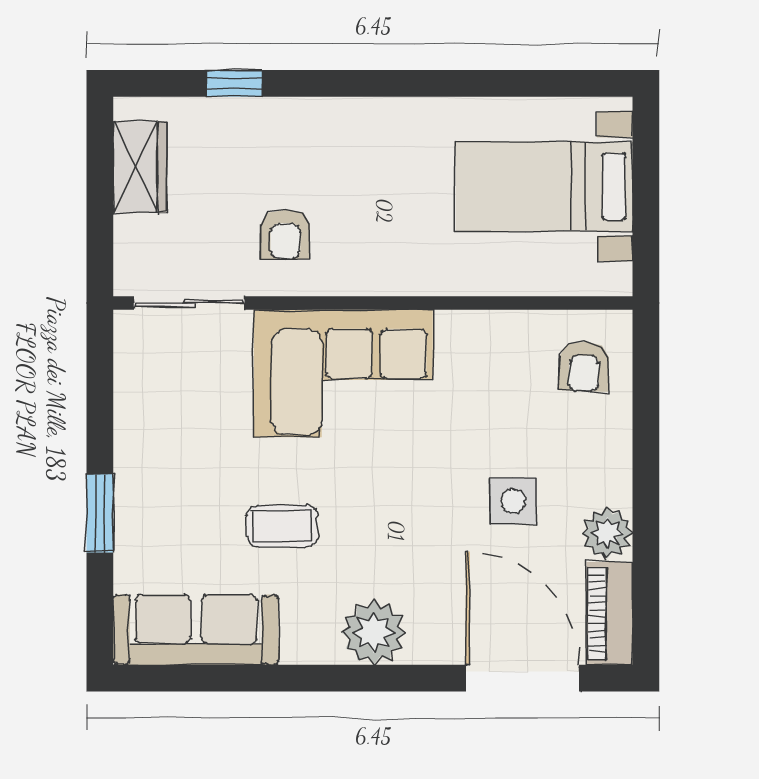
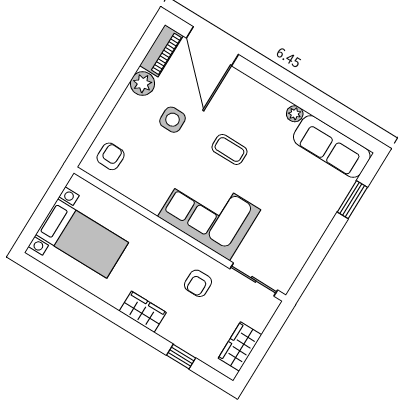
wardrobe: (354, 122) -> (143, 312), added
armchair: (285, 234) -> (198, 283), turned 180
window: (100, 513) -> (352, 200), moved
coffee table: (282, 526) -> (229, 149), moved
plant: (374, 633) -> (295, 114), moved, width x0.53, depth x0.53

